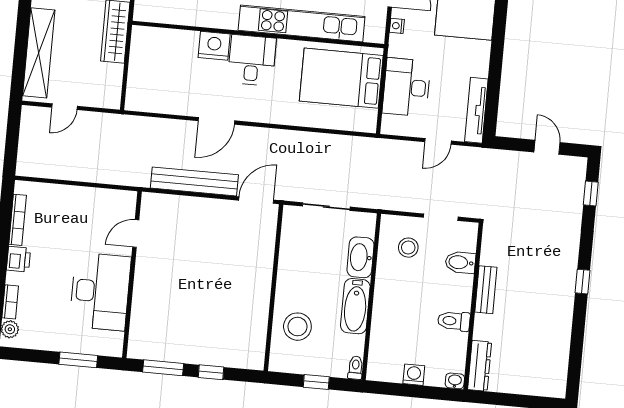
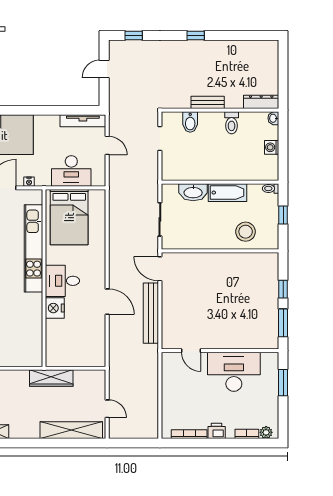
stool: (408, 248) -> (183, 159), removed

